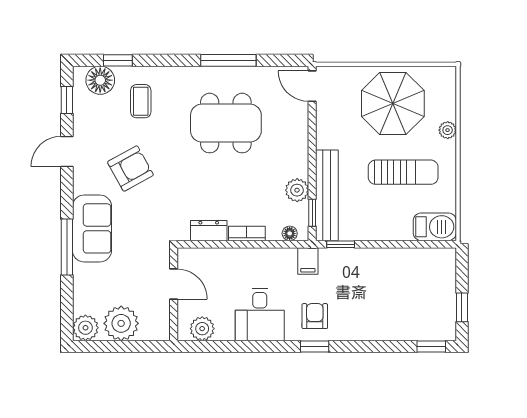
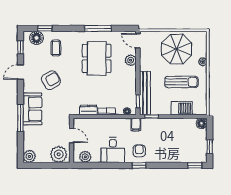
dining table: (226, 123) -> (97, 58), turned 90
plant: (297, 190) -> (131, 60), moved
barbecue: (435, 227) -> (182, 108), moved
floor lamp: (445, 259) -> (202, 123), added
plant: (121, 323) -> (59, 154), moved

